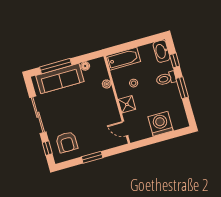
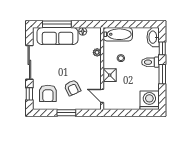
washing machine: (161, 124) -> (149, 100), moved
armchair: (91, 129) -> (72, 88), added

